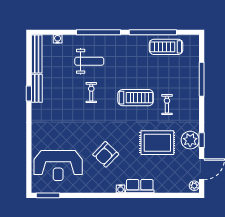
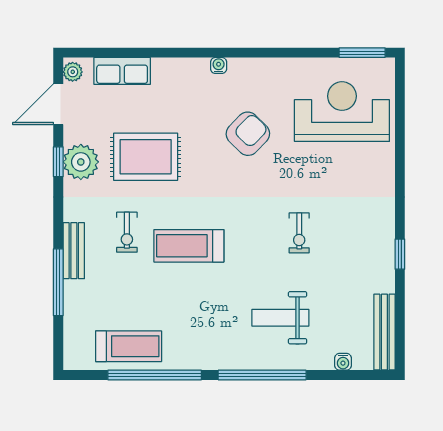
bench: (37, 88) -> (74, 251), moved
exercise bike: (91, 93) -> (299, 233), moved
row of seats: (140, 186) -> (122, 71), moved

